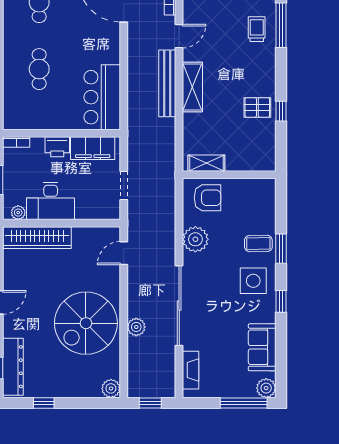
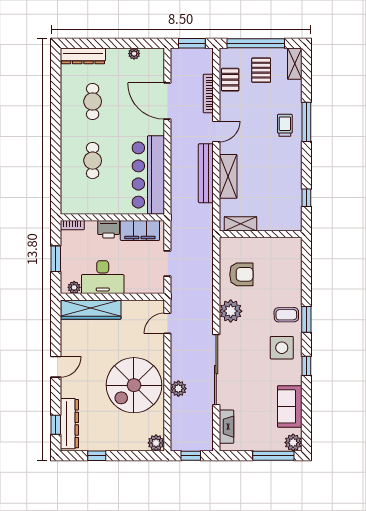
bar counter: (102, 97) -> (148, 175), width x1.36
pallet: (257, 107) -> (285, 195), removed
shelving: (206, 163) -> (240, 224), moved
wall: (229, 175) -> (261, 234), moved

